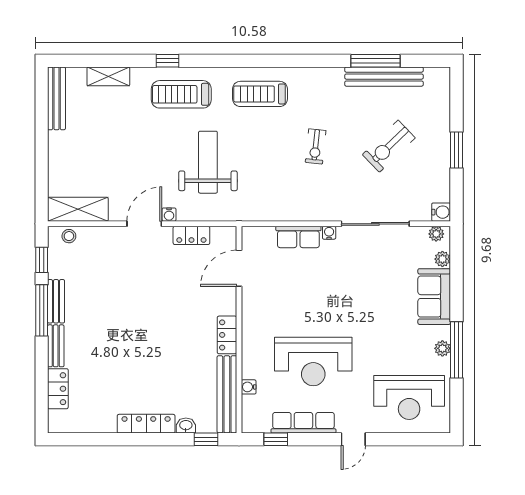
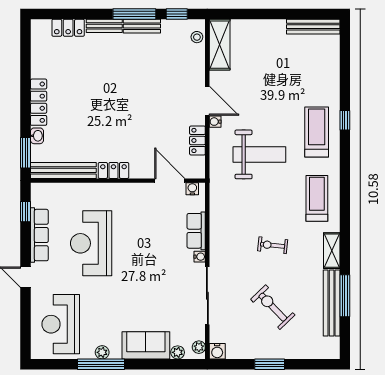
shelving: (108, 76) -> (332, 251), moved
water cooler: (249, 387) -> (192, 189), moved
window: (206, 439) -> (25, 153), width x1.50

